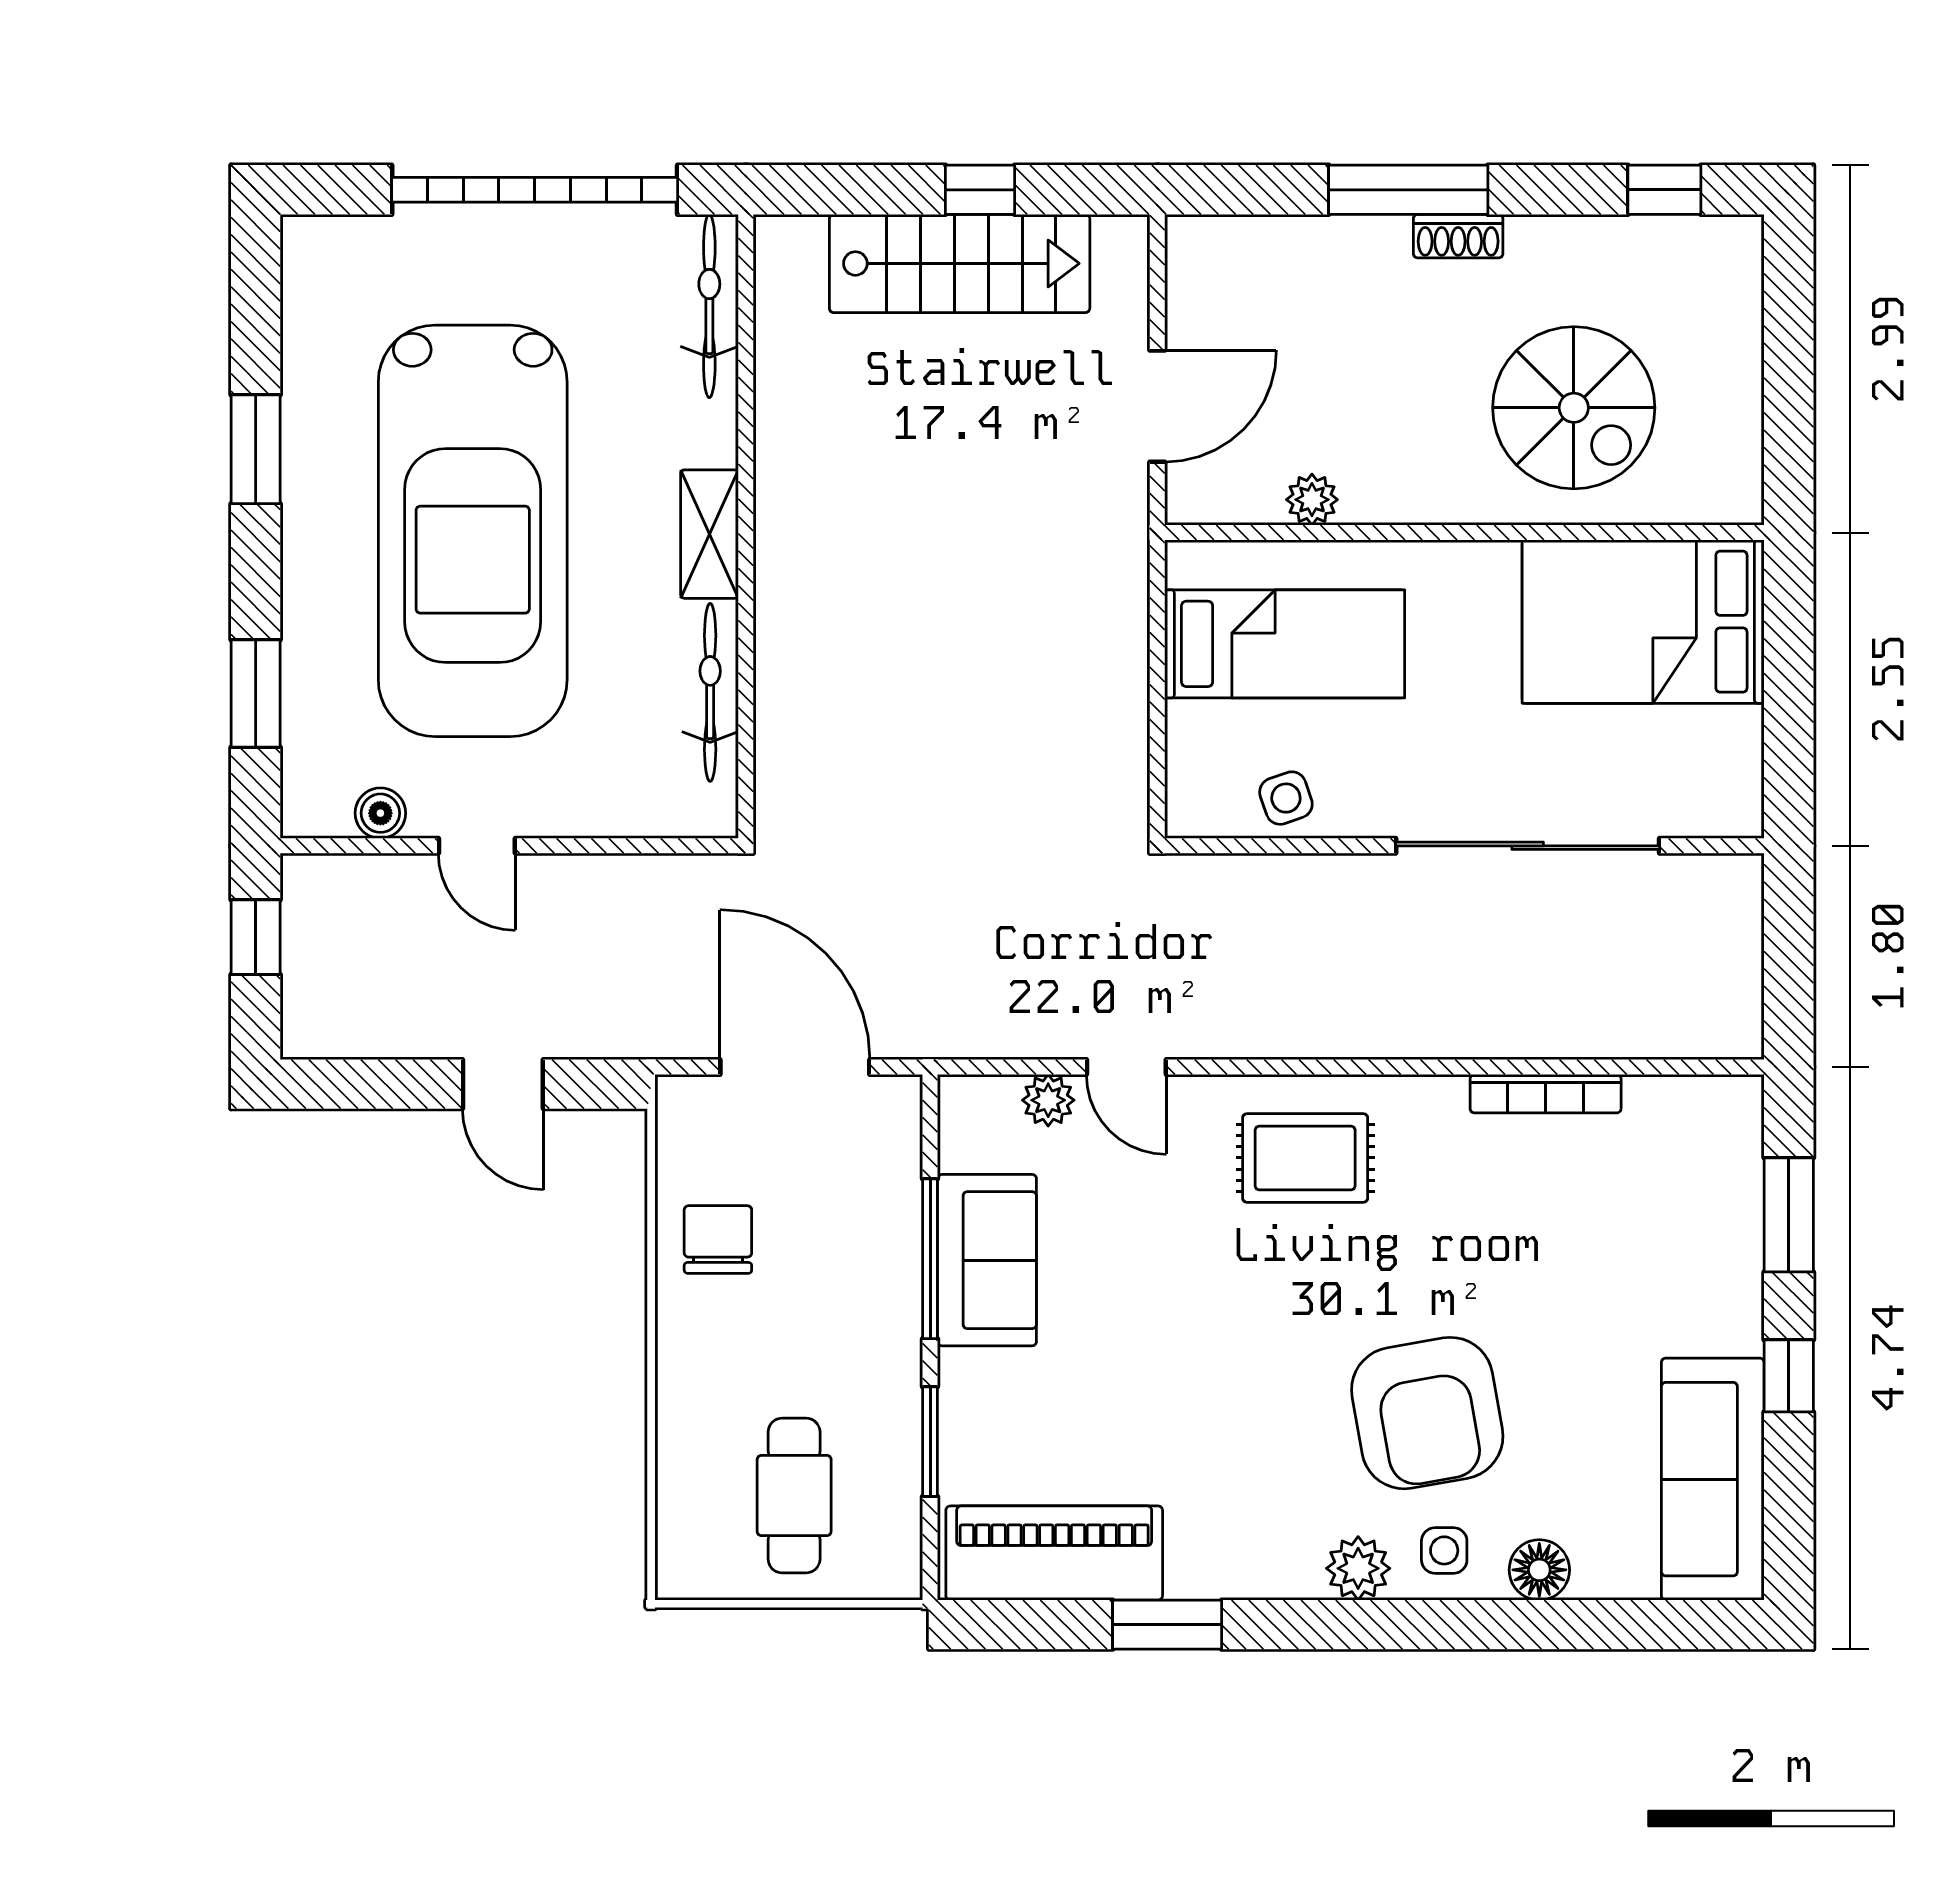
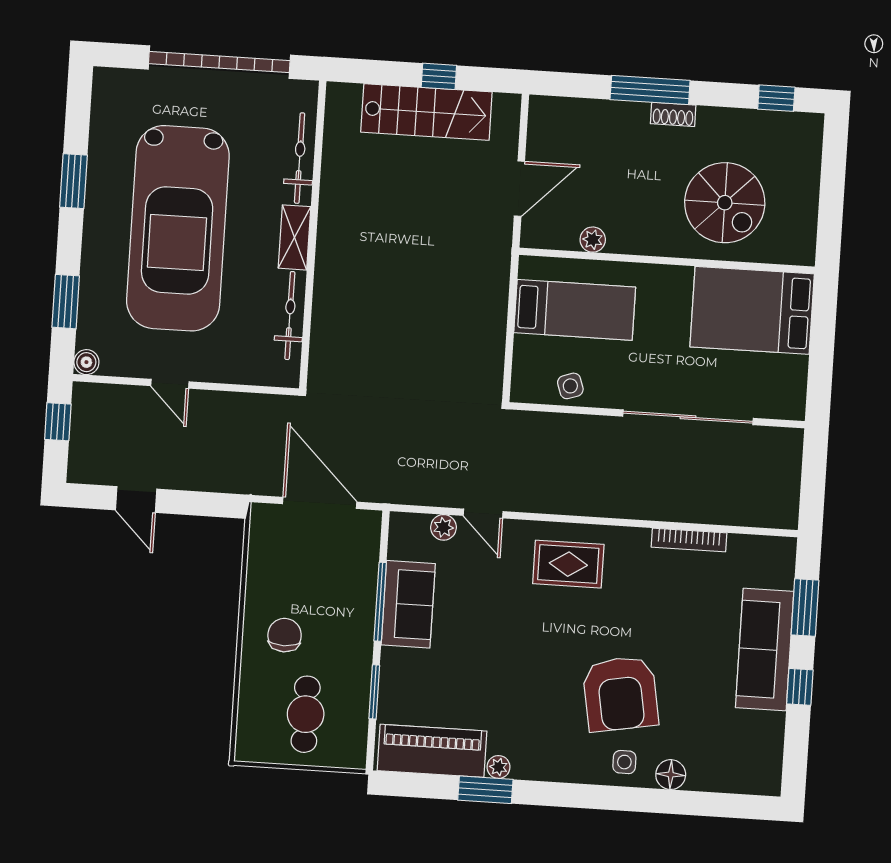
bicycle: (709, 306) -> (300, 158), moved
boiler: (380, 813) -> (86, 362), moved
door: (503, 1084) -> (136, 500), moved
chair: (718, 1240) -> (285, 635), moved
sofa: (1713, 1479) -> (765, 650), moved
plant: (1358, 1568) -> (498, 767), moved, width x0.73, depth x0.73

